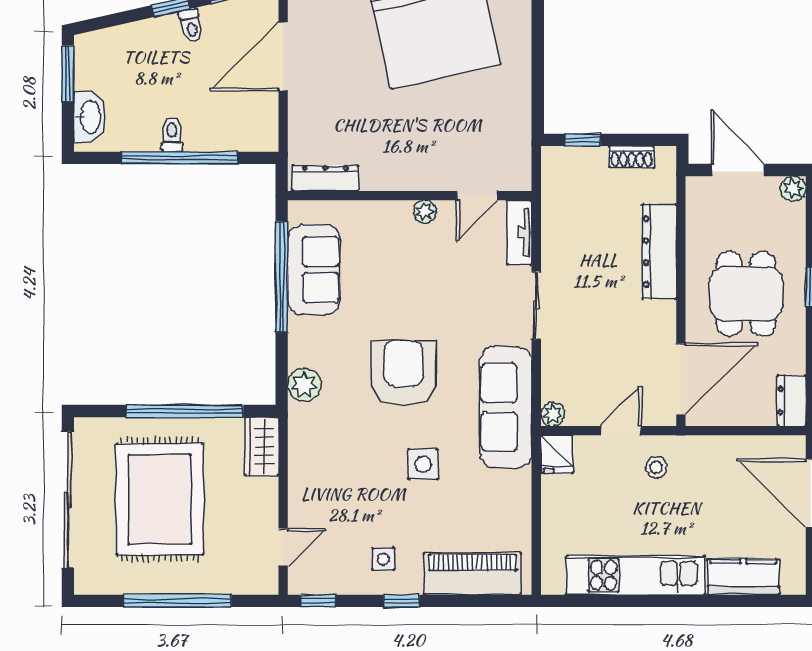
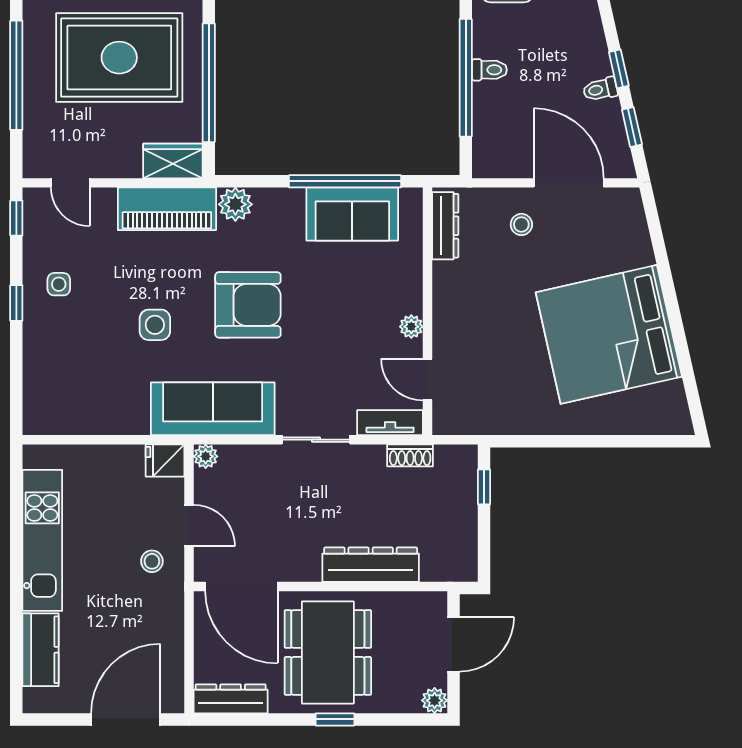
stool: (324, 103) -> (521, 224), added
shoe rack: (631, 157) -> (410, 455), moved, turned -90
dining table: (746, 294) -> (328, 652), width x1.37
dresser: (792, 401) -> (231, 699), width x1.44
piano: (472, 574) -> (167, 209), moved, turned 90

